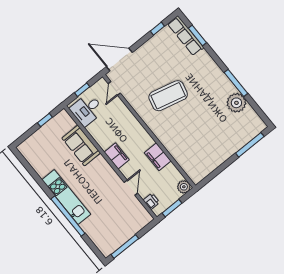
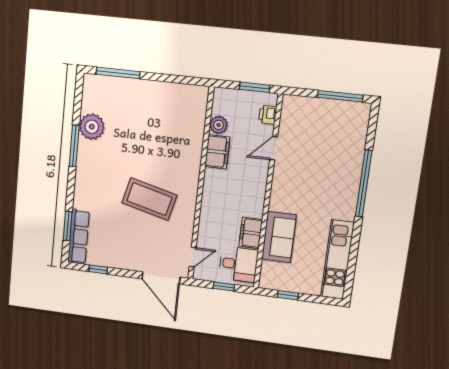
filing cabinet: (117, 156) -> (251, 233), moved
plant: (184, 187) -> (219, 125), moved
kitchen unit: (66, 197) -> (337, 260), moved

